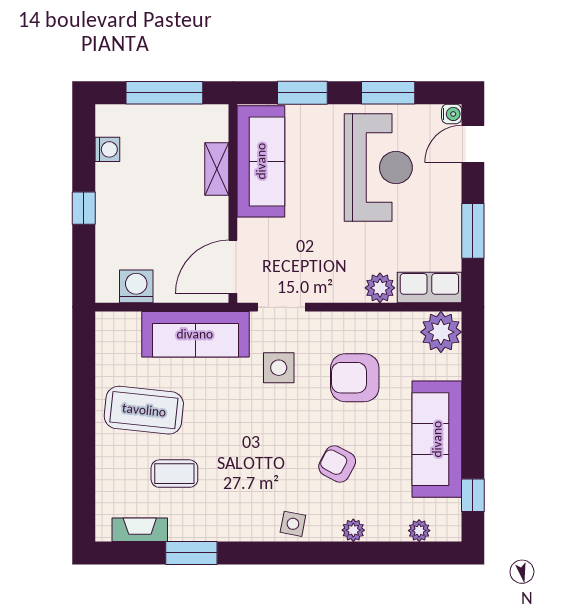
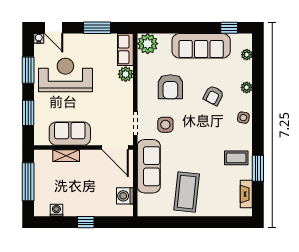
sofa: (261, 161) -> (70, 134), width x0.73
coffee table: (174, 474) -> (236, 158), moved, turned 90

